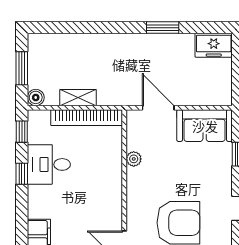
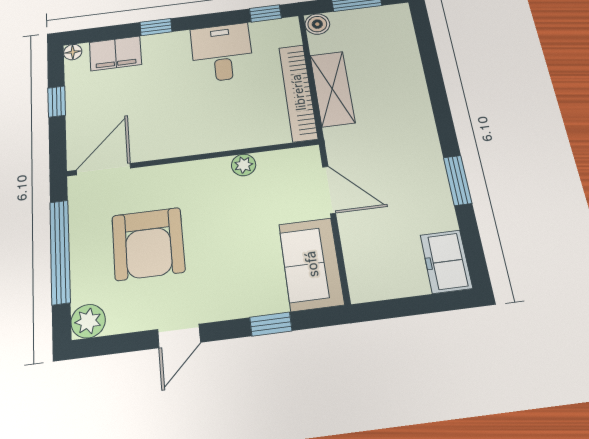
shelving: (78, 98) -> (332, 89), width x1.50, depth x1.33
door: (158, 108) -> (329, 190), hinge flipped
window: (22, 174) -> (156, 27), moved

